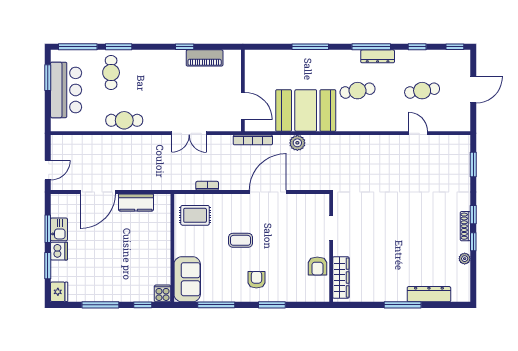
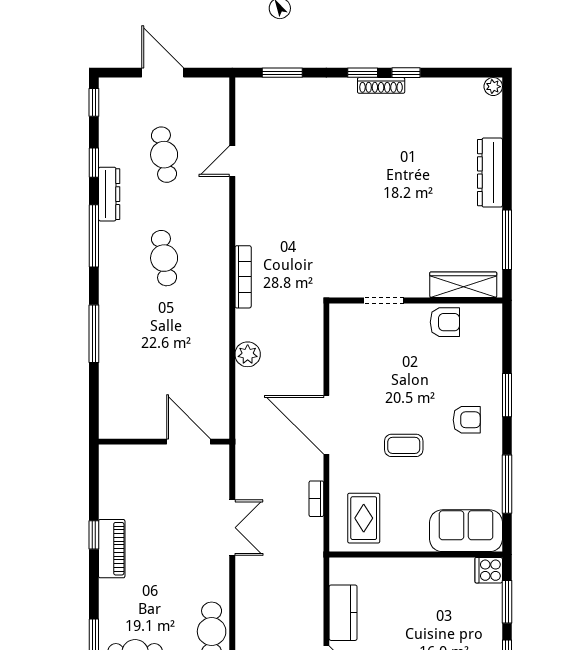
dresser: (378, 56) -> (109, 194), moved
piano: (205, 58) -> (112, 549), moved
door: (243, 106) -> (188, 442), hinge flipped
booth: (306, 110) -> (196, 341), removed
bookcase: (253, 140) -> (243, 277), moved
door: (268, 192) -> (326, 425), moved
coffee table: (240, 240) -> (404, 445), turned 90
plant: (465, 259) -> (493, 87), moved
armchair: (256, 280) -> (467, 420), turned 180
dresser: (429, 294) -> (490, 173), moved
window: (143, 305) -> (507, 602), width x1.50
window: (403, 305) -> (507, 240), moved

